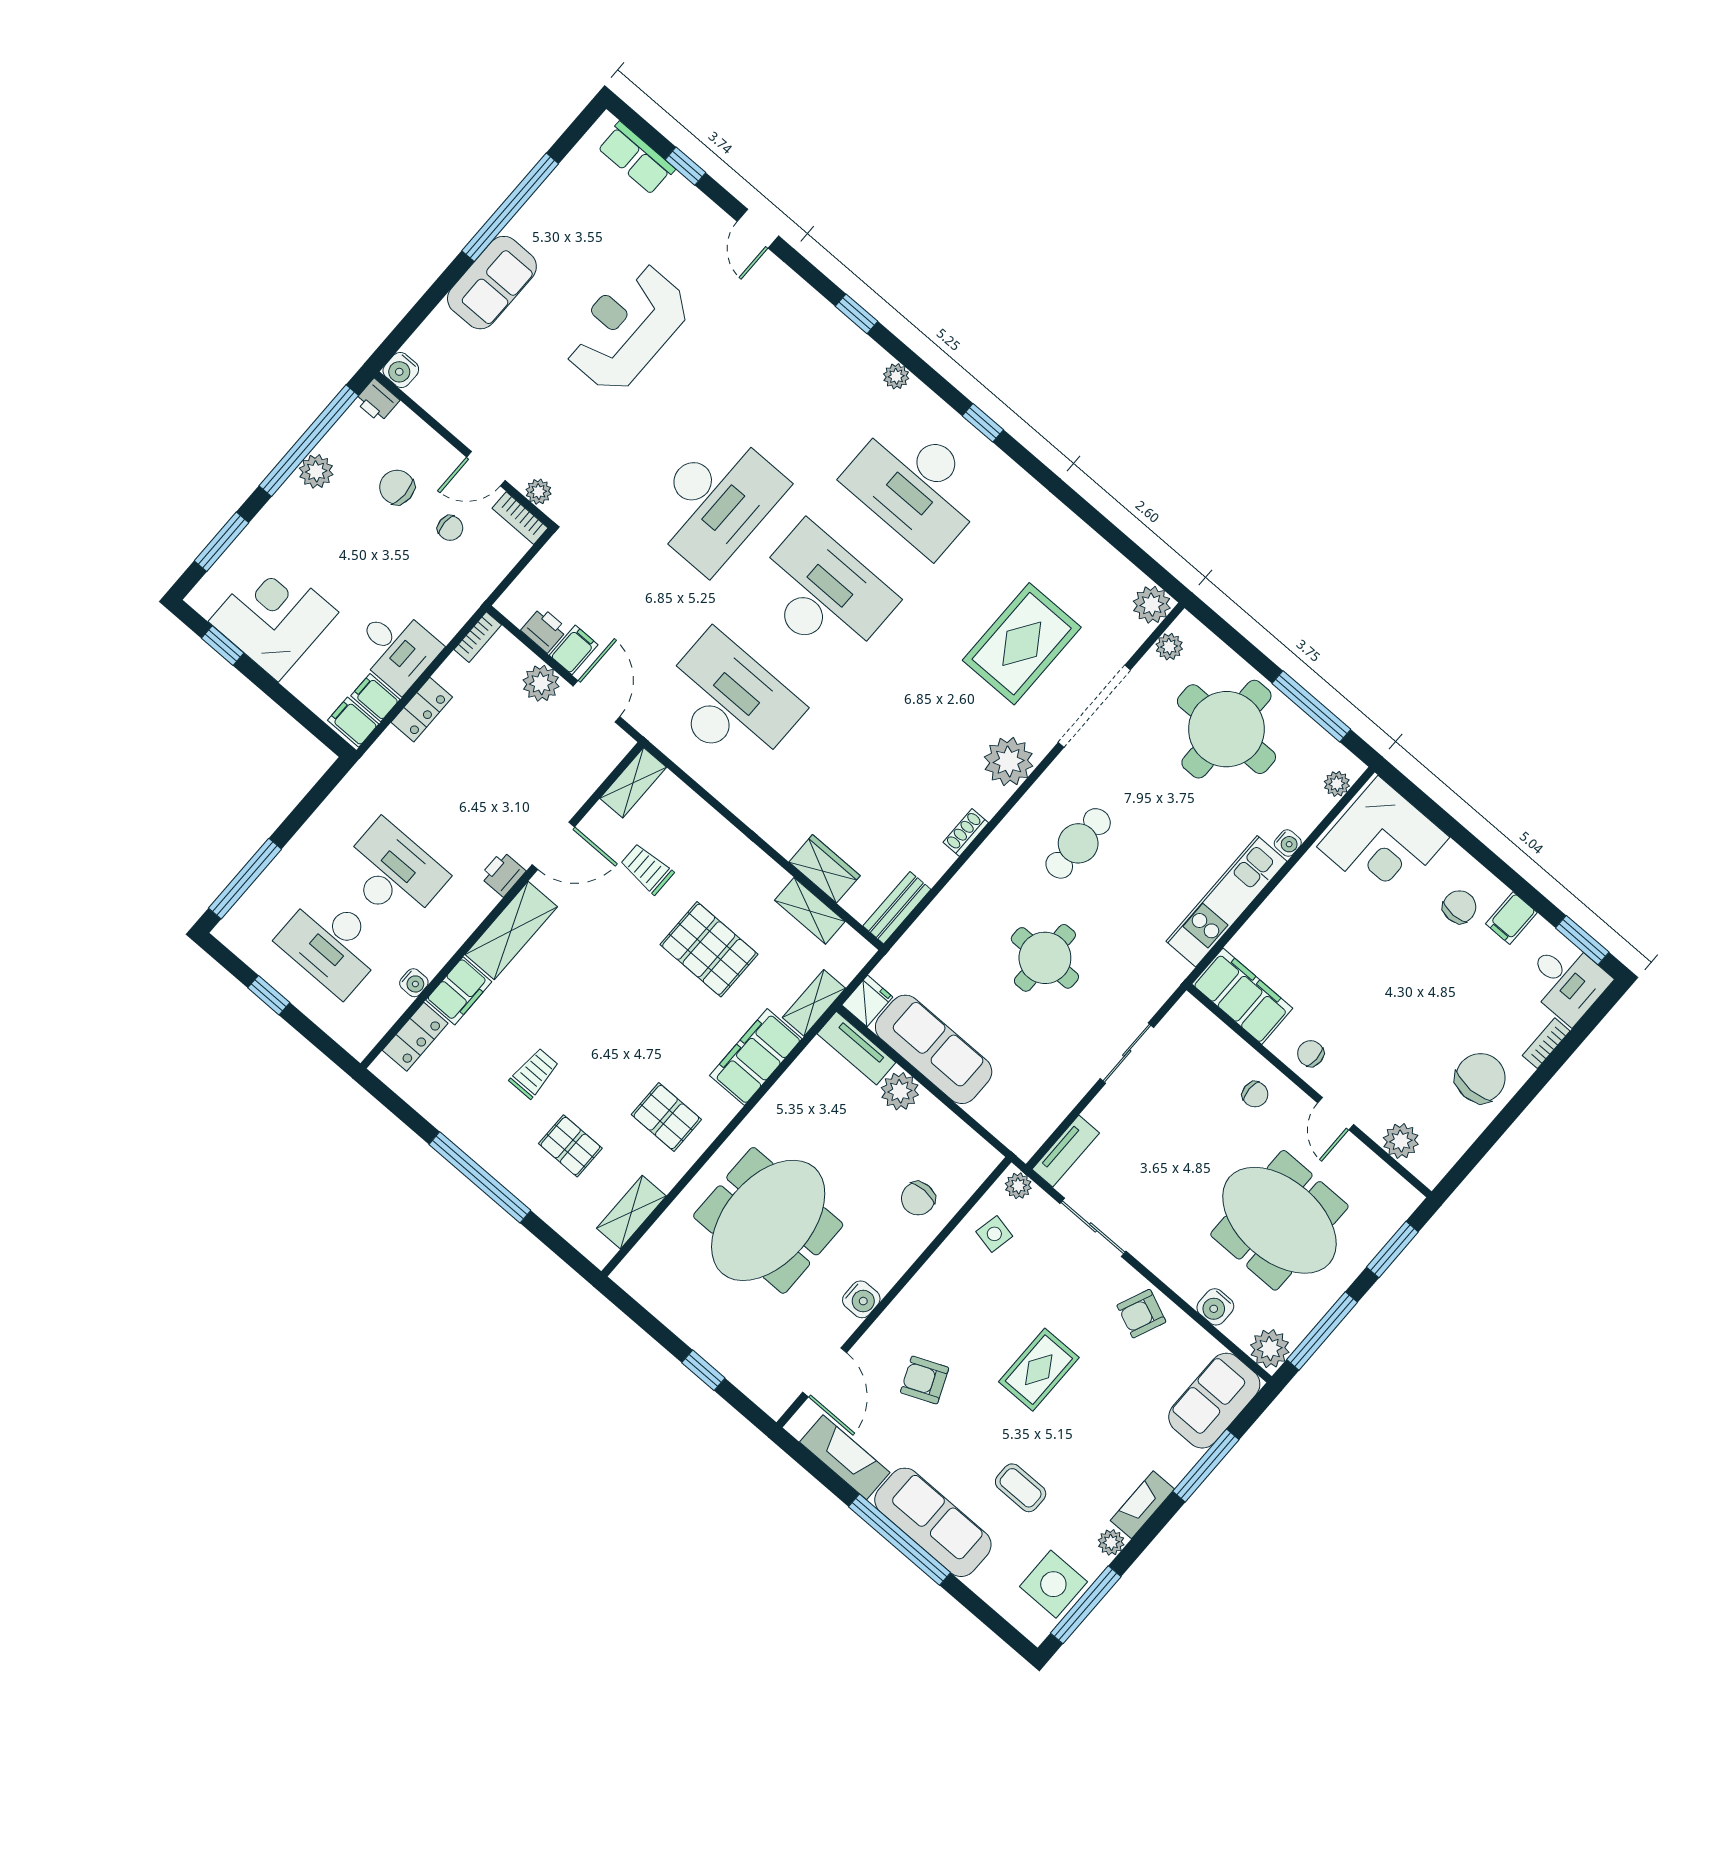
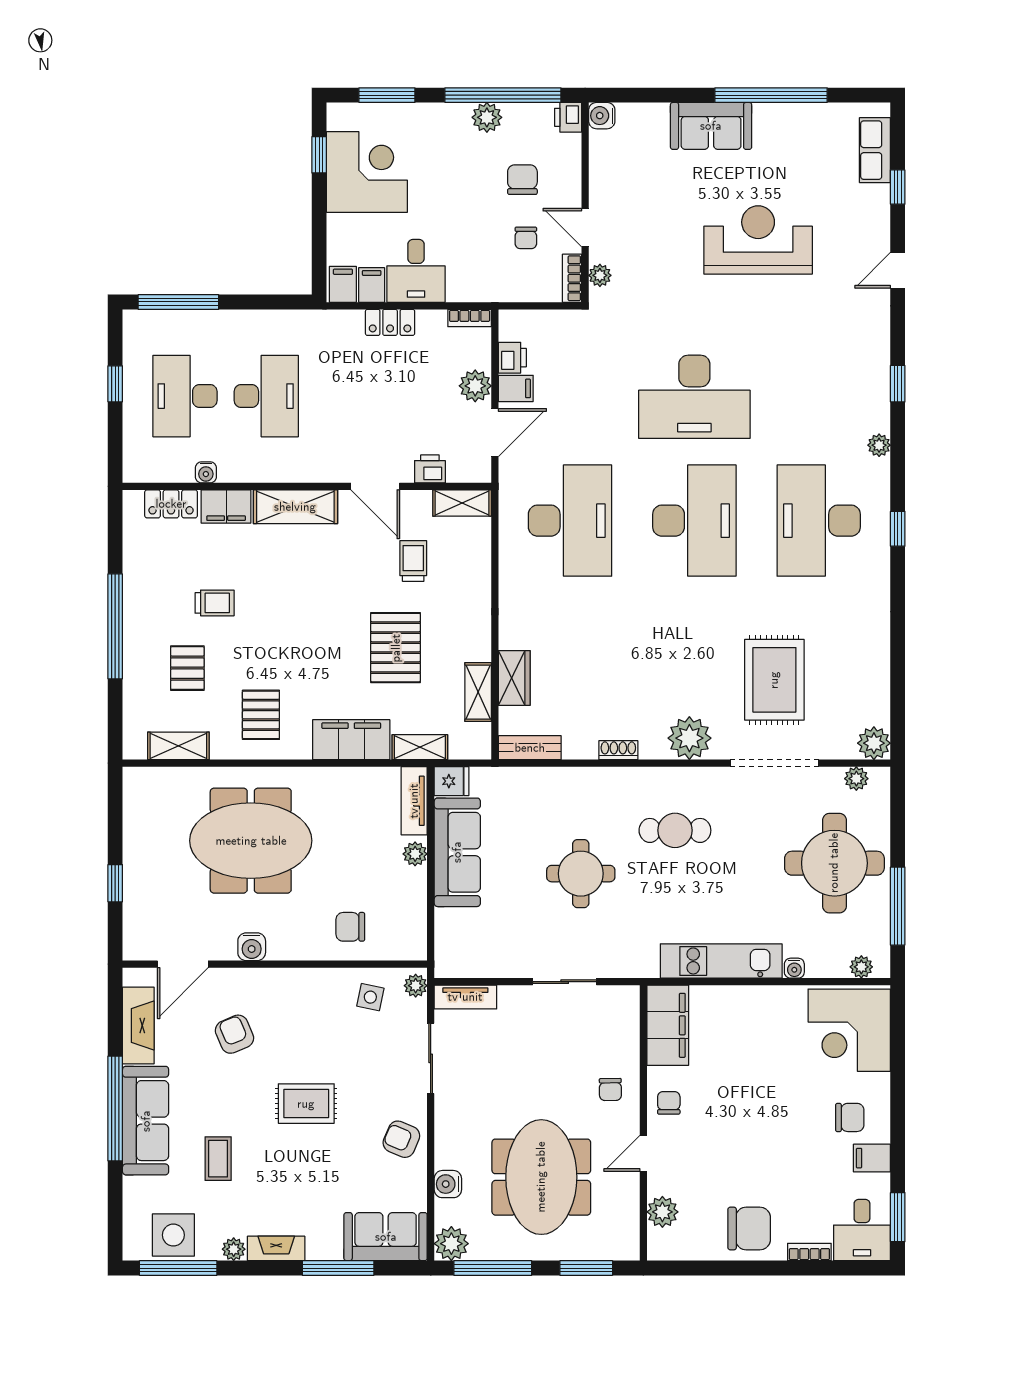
rug: (1022, 644) -> (774, 680), turned 90
printer: (503, 874) -> (430, 469), moved
plant: (900, 1091) -> (415, 854), width x0.73, depth x0.73

